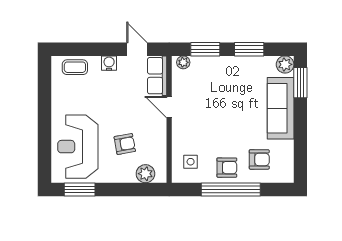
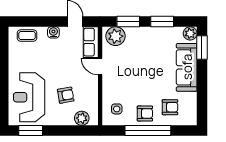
plant: (183, 62) -> (116, 36), width x1.88, depth x1.88

